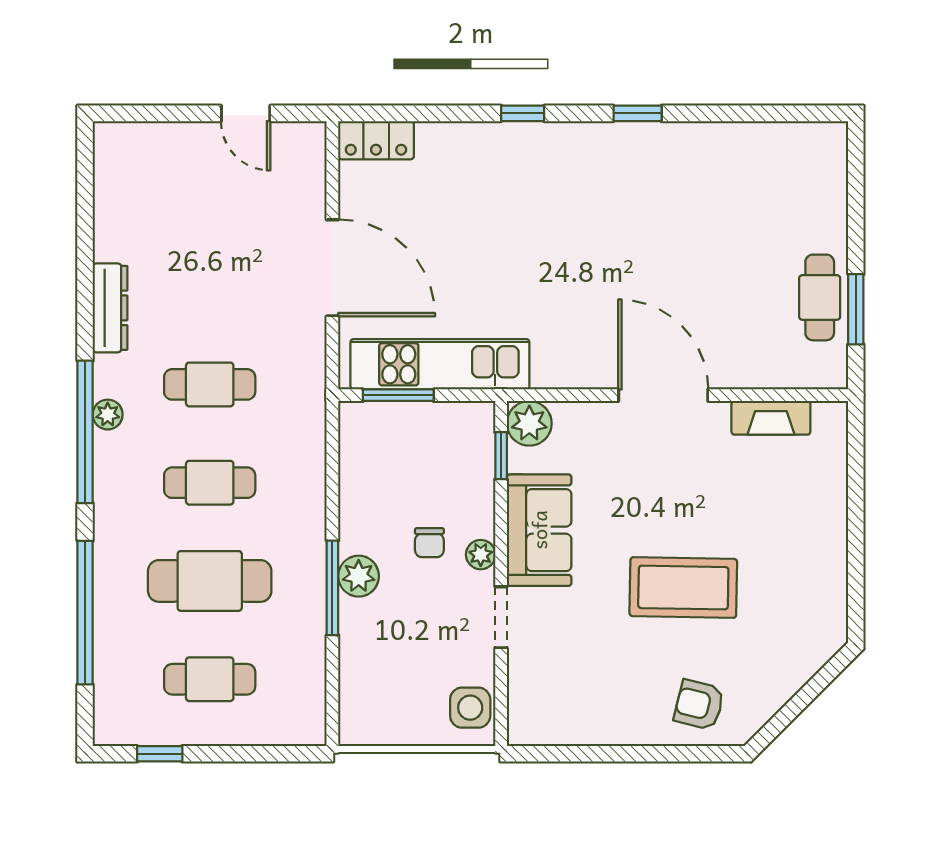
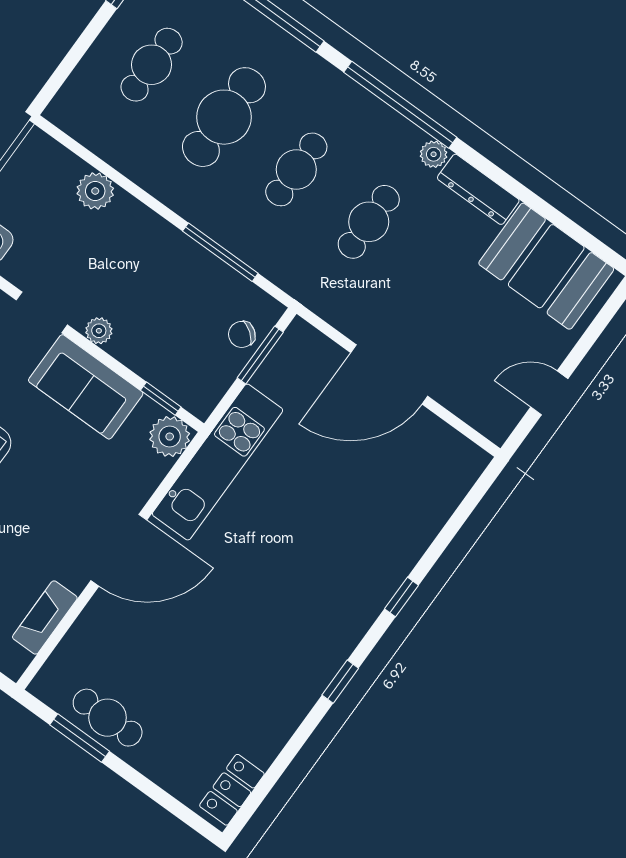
locker: (376, 140) -> (232, 790), moved
booth: (135, 198) -> (546, 266), added
kitchen unit: (440, 364) -> (218, 462), moved
plant: (108, 415) -> (434, 154), moved
chair: (429, 543) -> (242, 334), moved, turned -53
plant: (359, 576) -> (95, 191), moved
window: (332, 588) -> (220, 252), moved

